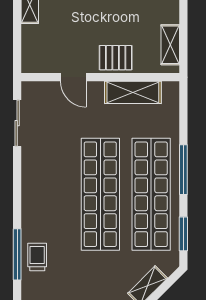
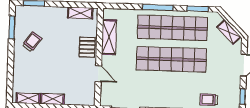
door: (73, 77) -> (98, 74), hinge flipped

